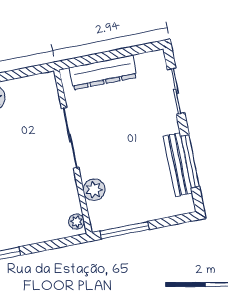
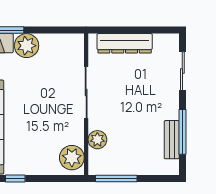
bench: (178, 165) -> (172, 140), width x0.73
plant: (77, 222) -> (72, 158), width x1.88, depth x1.88

